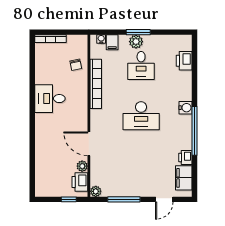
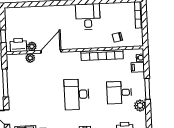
plant: (136, 42) -> (140, 106), moved
plant: (96, 191) -> (30, 58), moved

